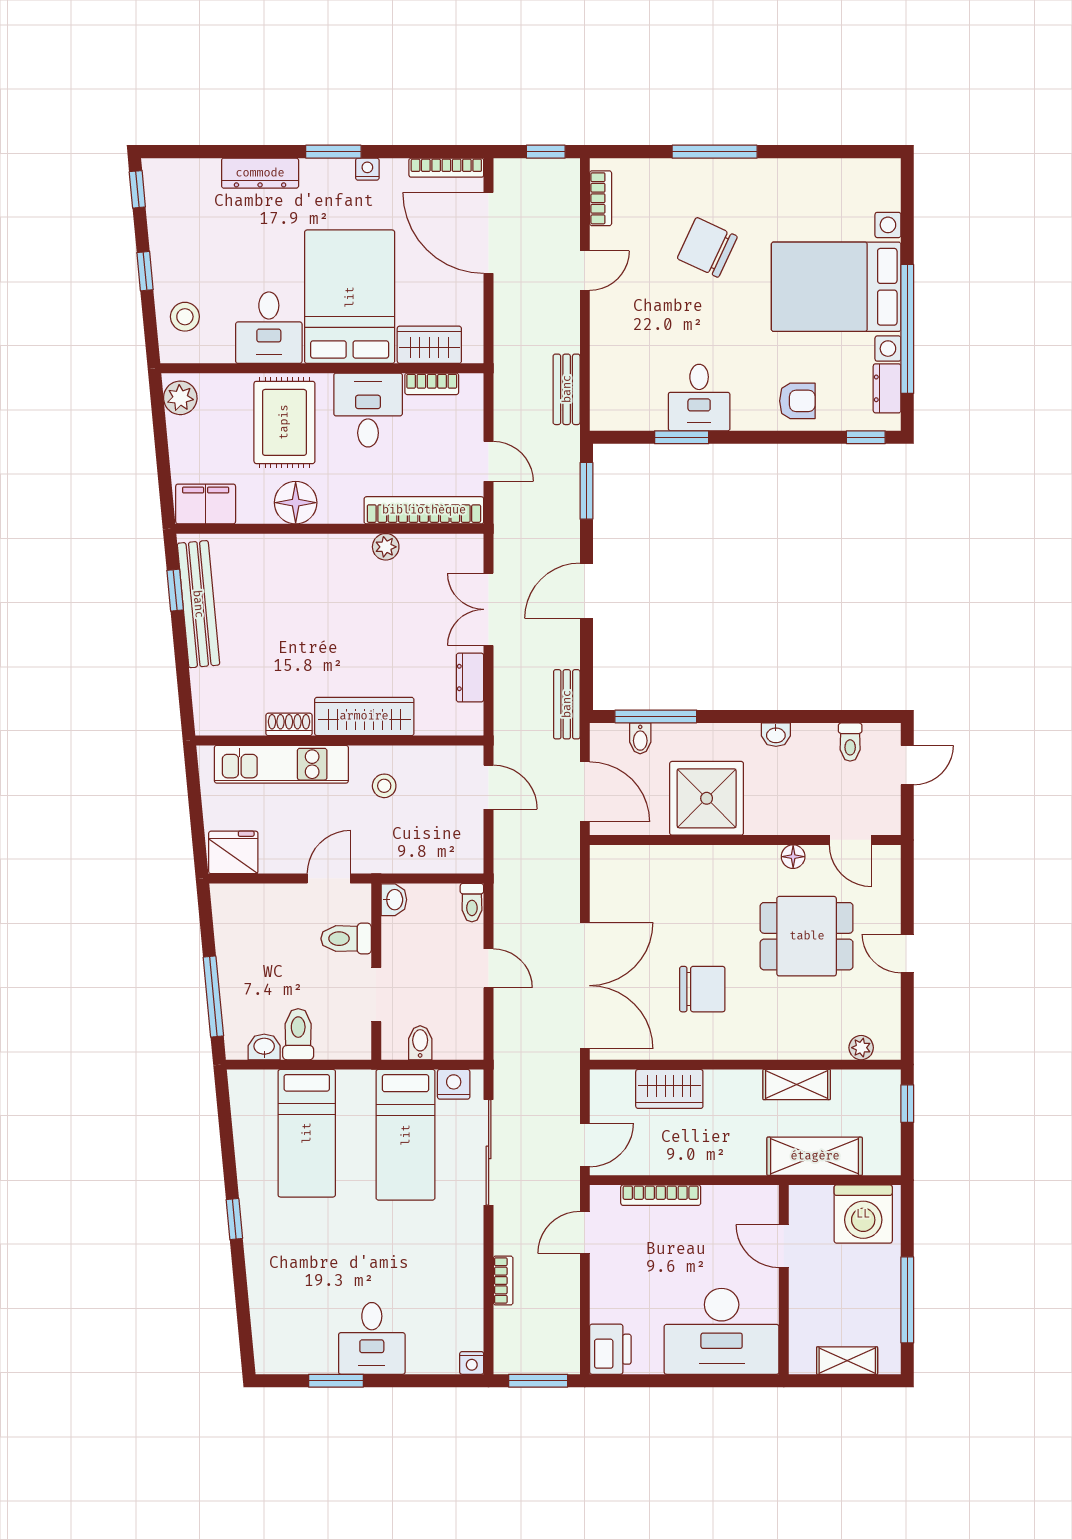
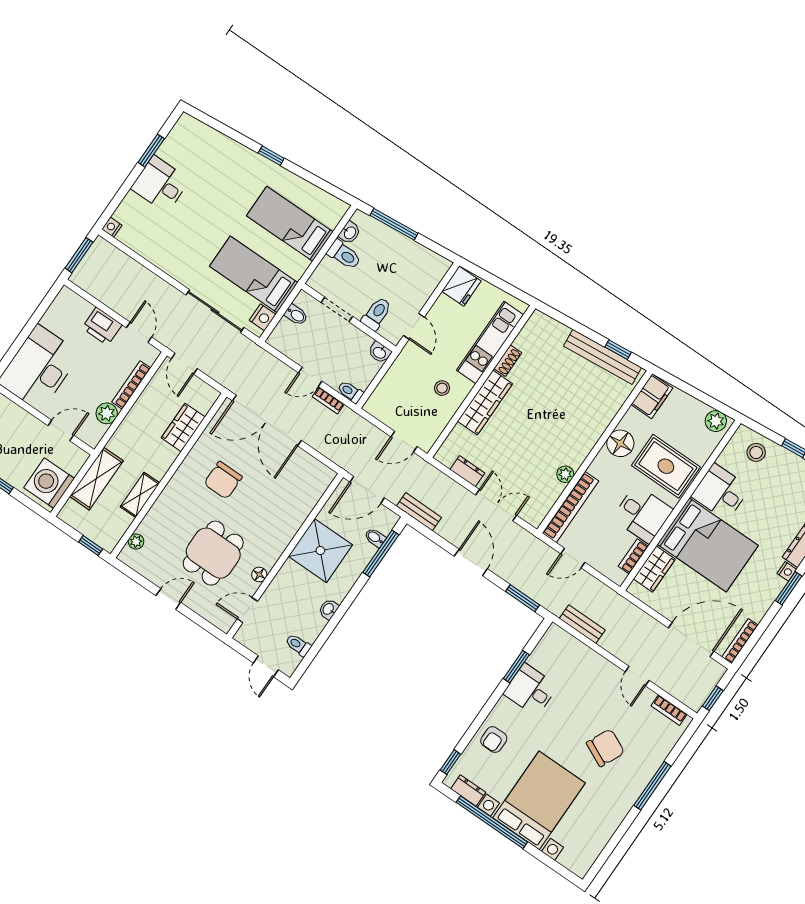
nightstand: (367, 169) -> (787, 571), moved
plant: (720, 1202) -> (107, 413), added
bookcase: (503, 1280) -> (328, 400), moved
printer: (610, 1349) -> (102, 326), moved

